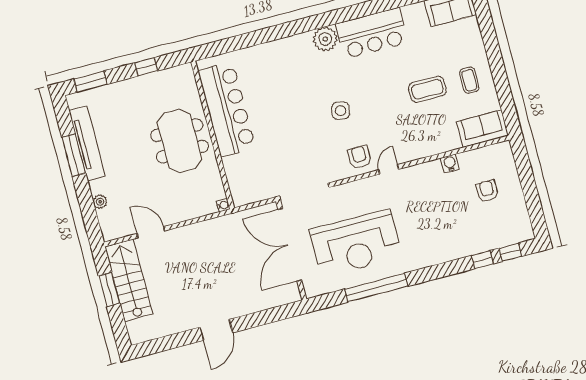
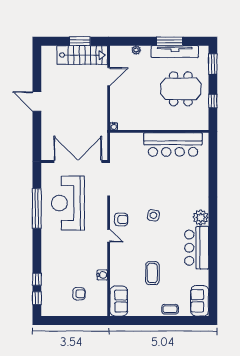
coffee table: (469, 80) -> (170, 309), moved
meeting table: (180, 141) -> (181, 89), moved

